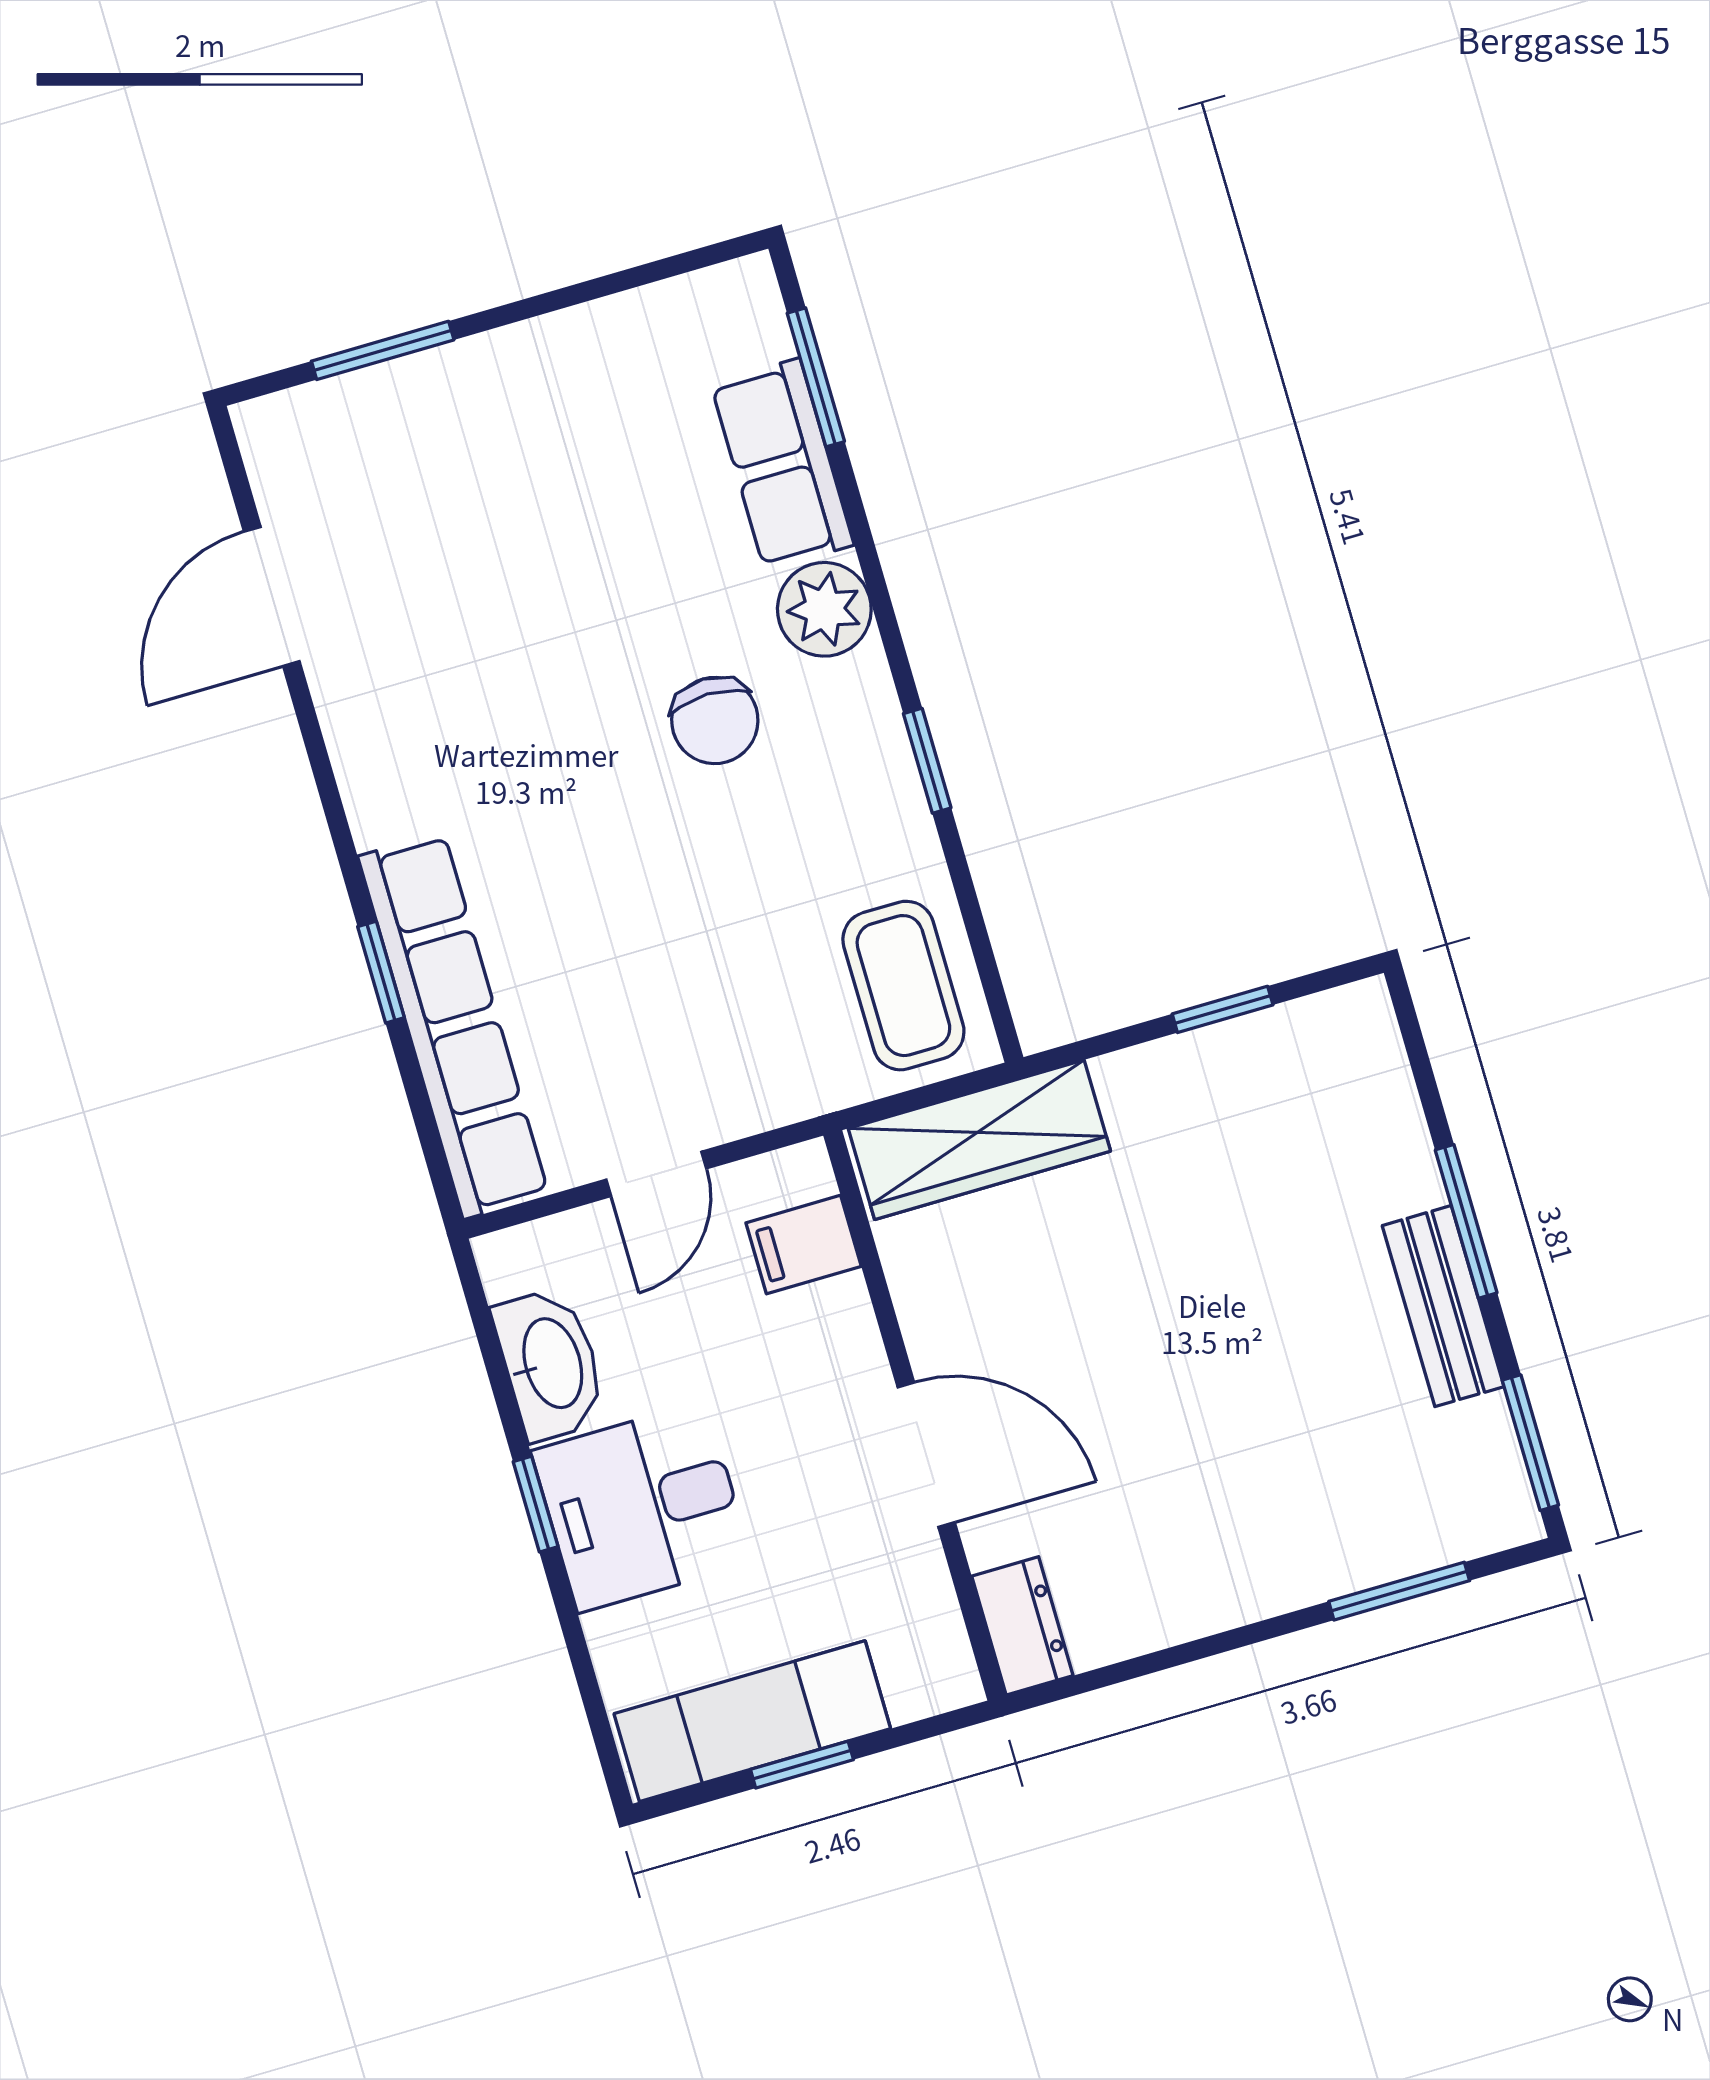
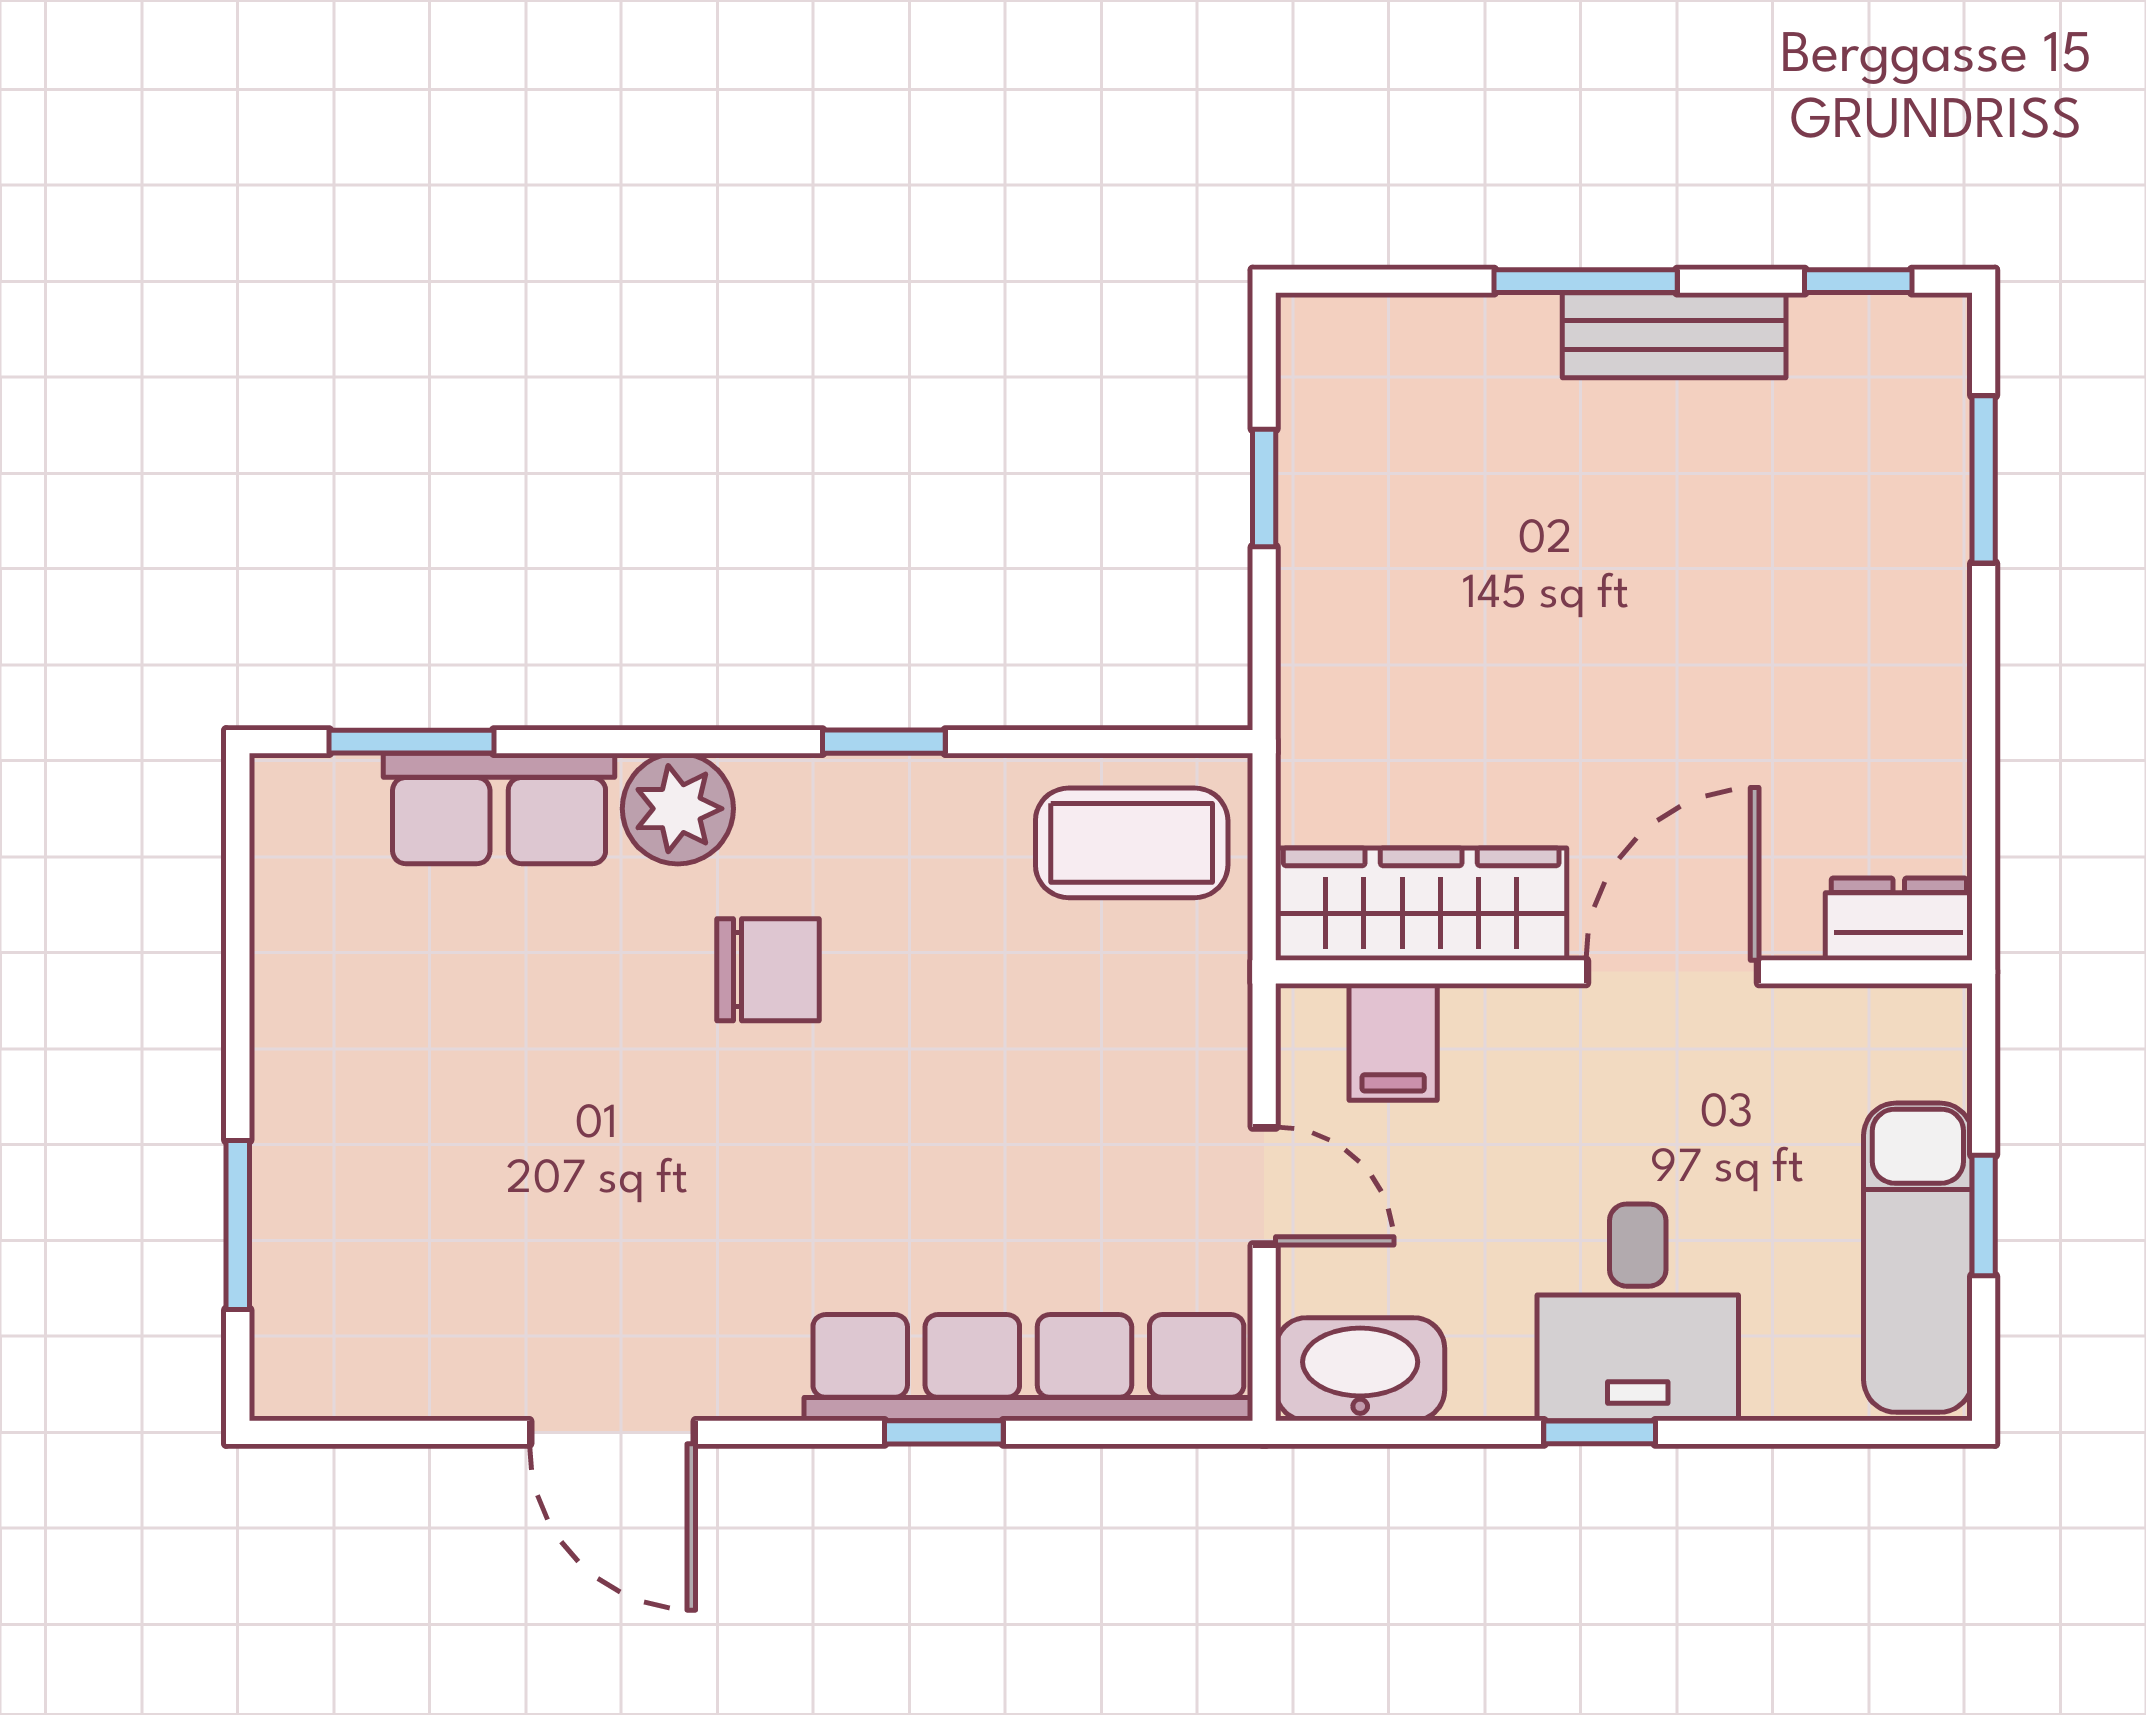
door: (272, 596) -> (612, 1432), moved
wardrobe: (979, 1140) -> (1421, 904), moved, turned -90
washbasin: (550, 1364) -> (1360, 1369), moved
window: (1530, 1443) -> (1858, 281), width x0.67

